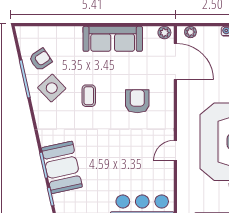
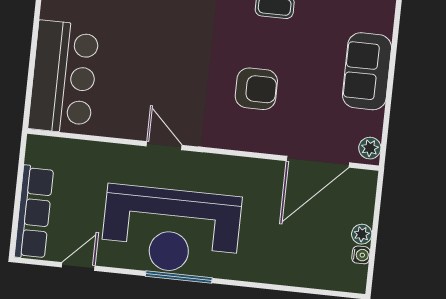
plant: (190, 32) -> (362, 234), moved
sofa: (113, 39) -> (367, 71), width x0.73

